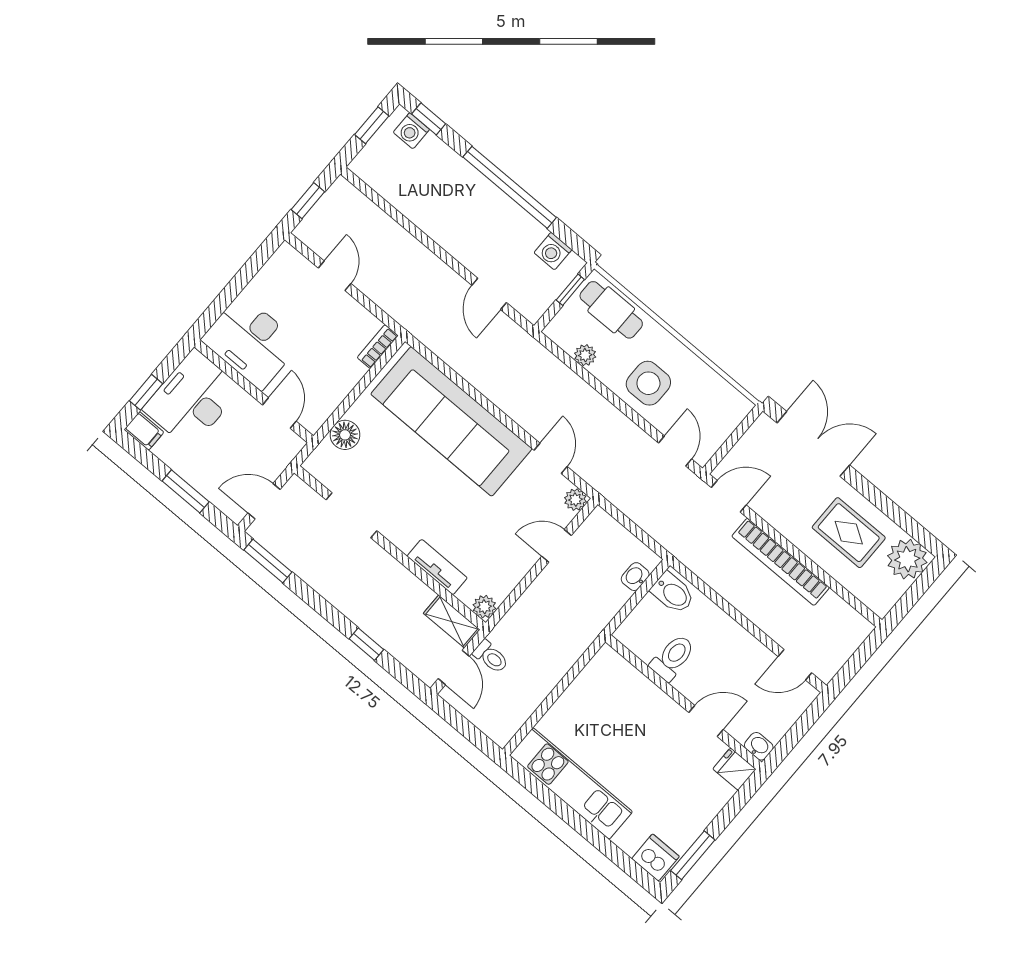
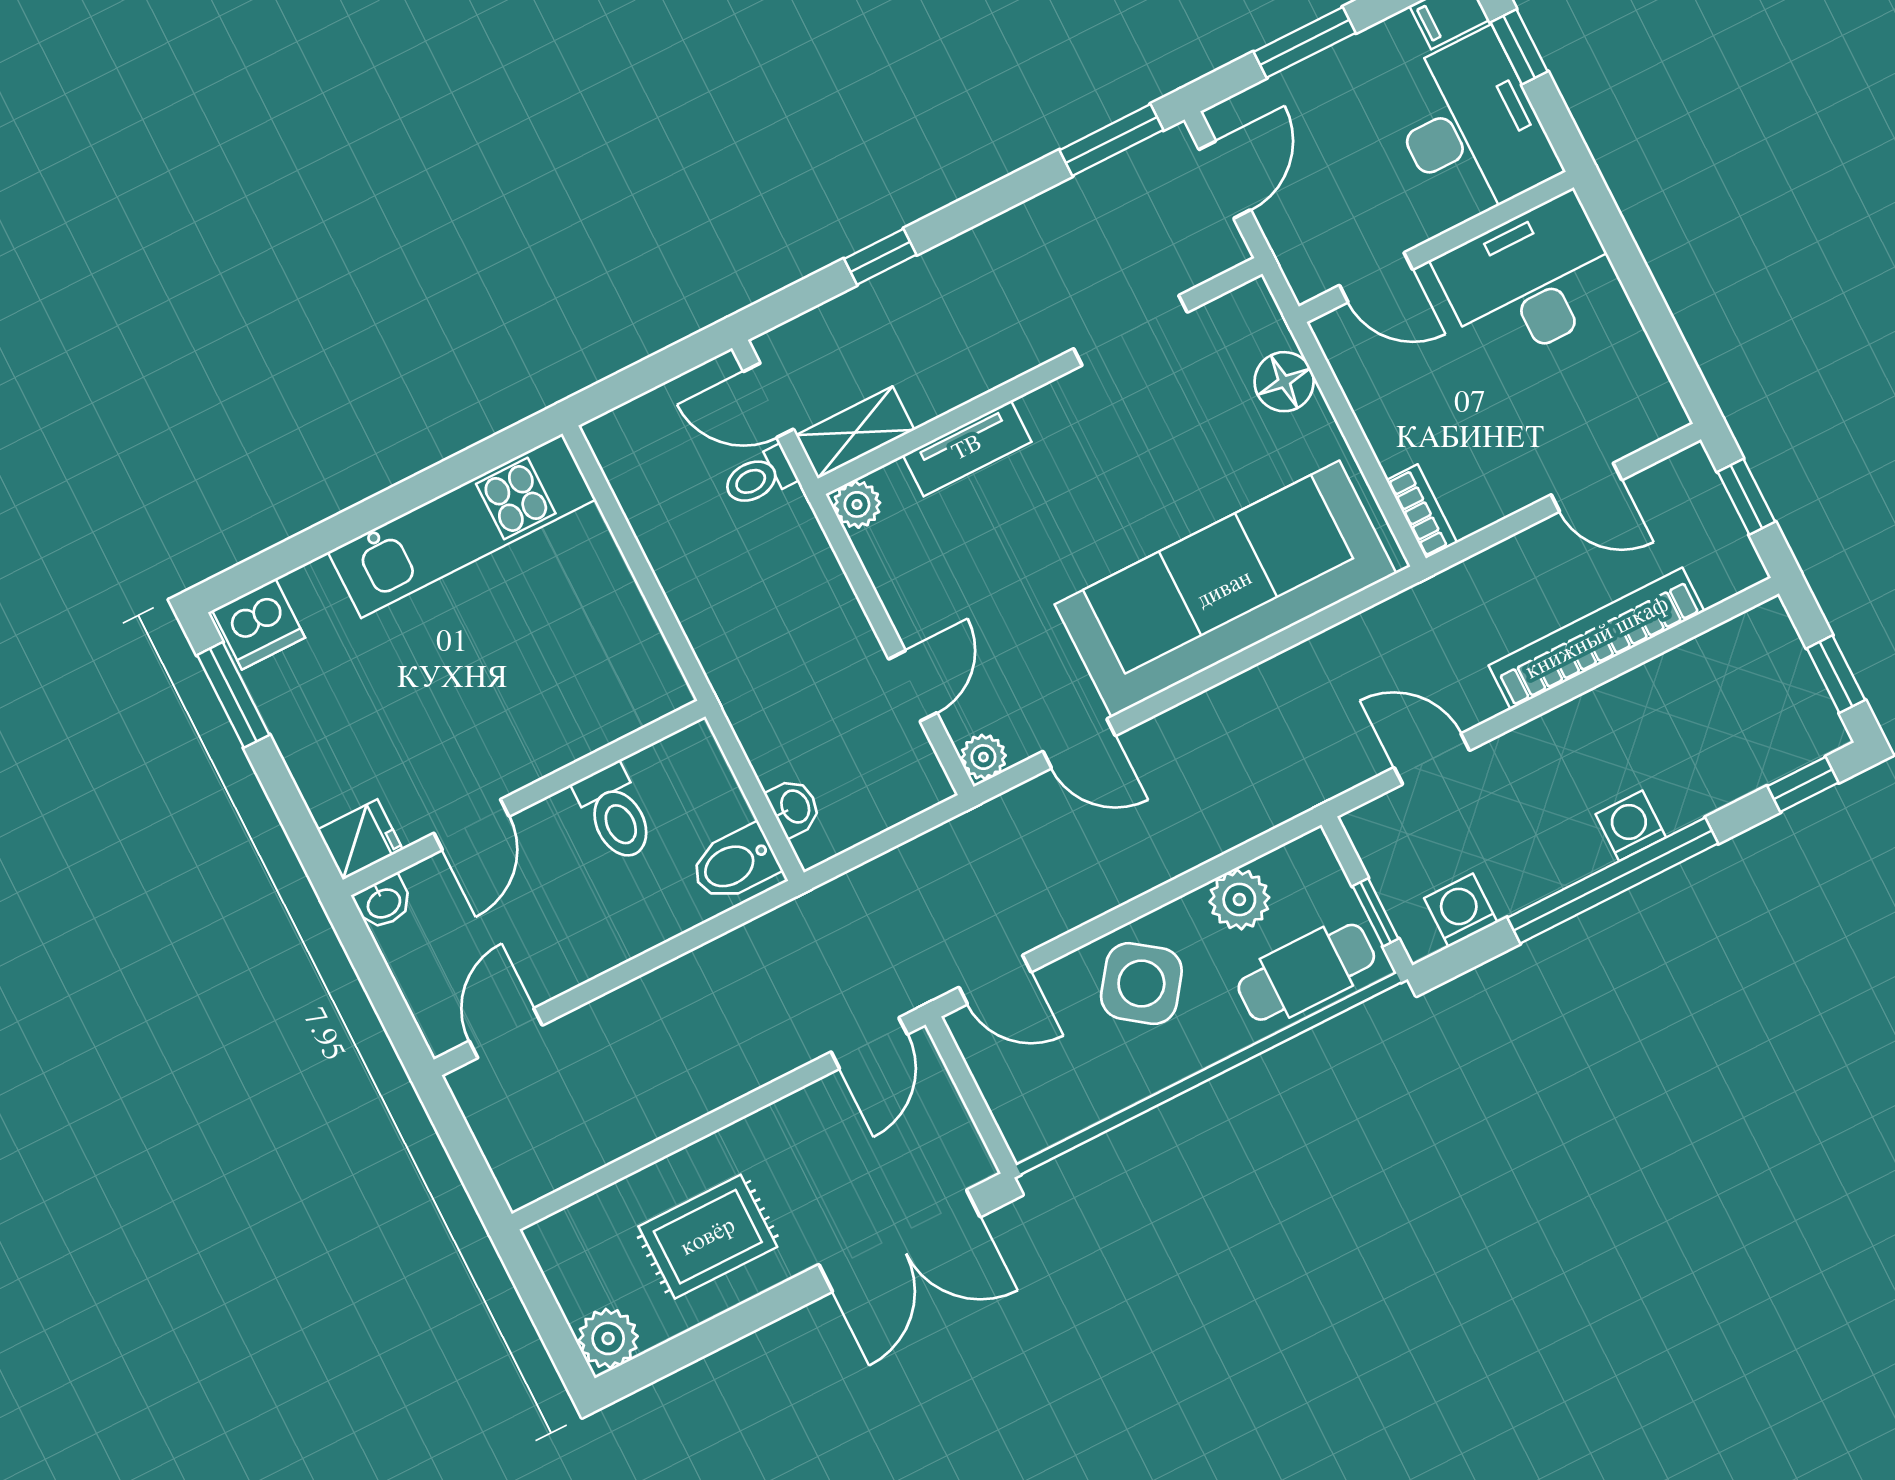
washing machine: (411, 131) -> (1631, 826), moved
plant: (585, 355) -> (1239, 900), width x1.38, depth x1.38
side table: (648, 383) -> (1141, 984), turned 36
plant: (907, 559) -> (608, 1338), width x0.73, depth x0.73
bookcase: (781, 562) -> (1597, 638), moved

